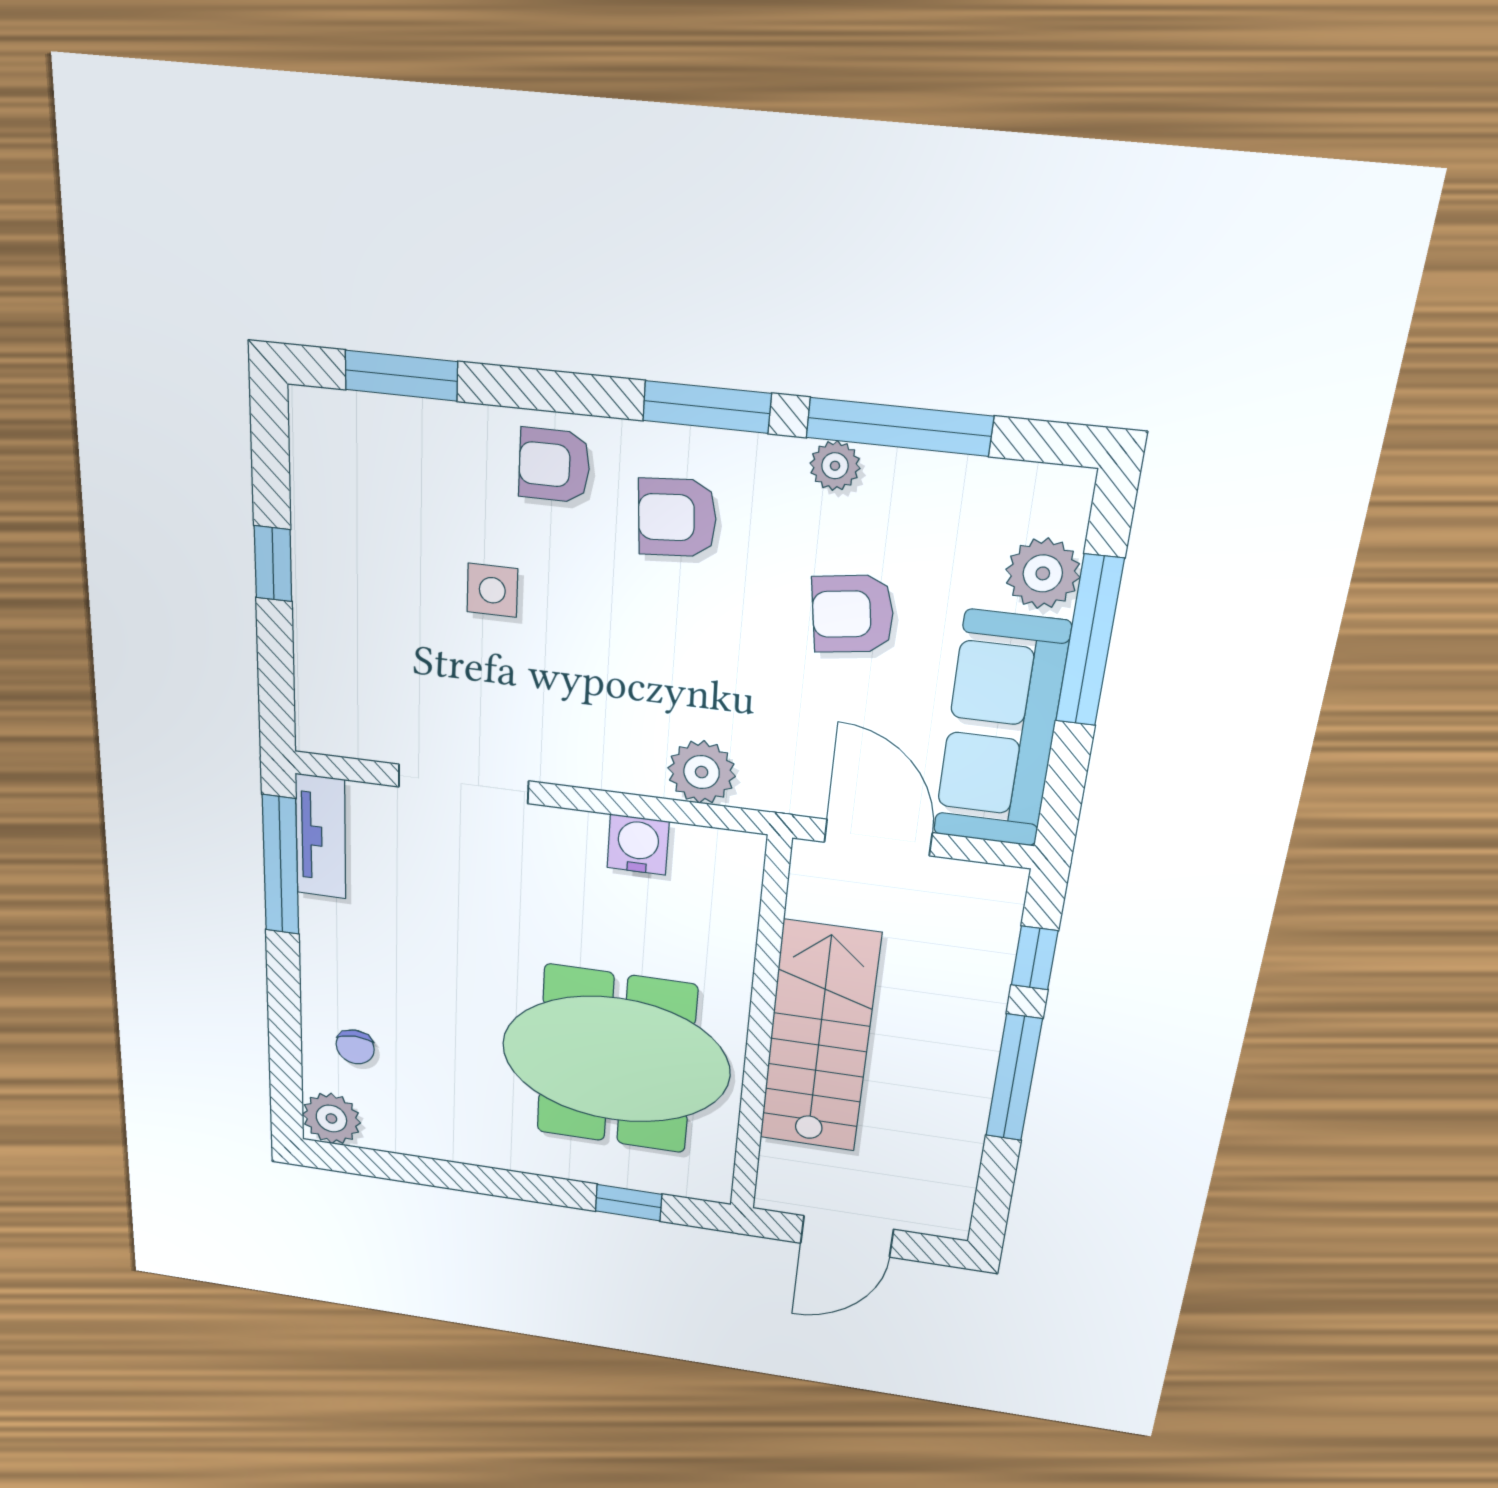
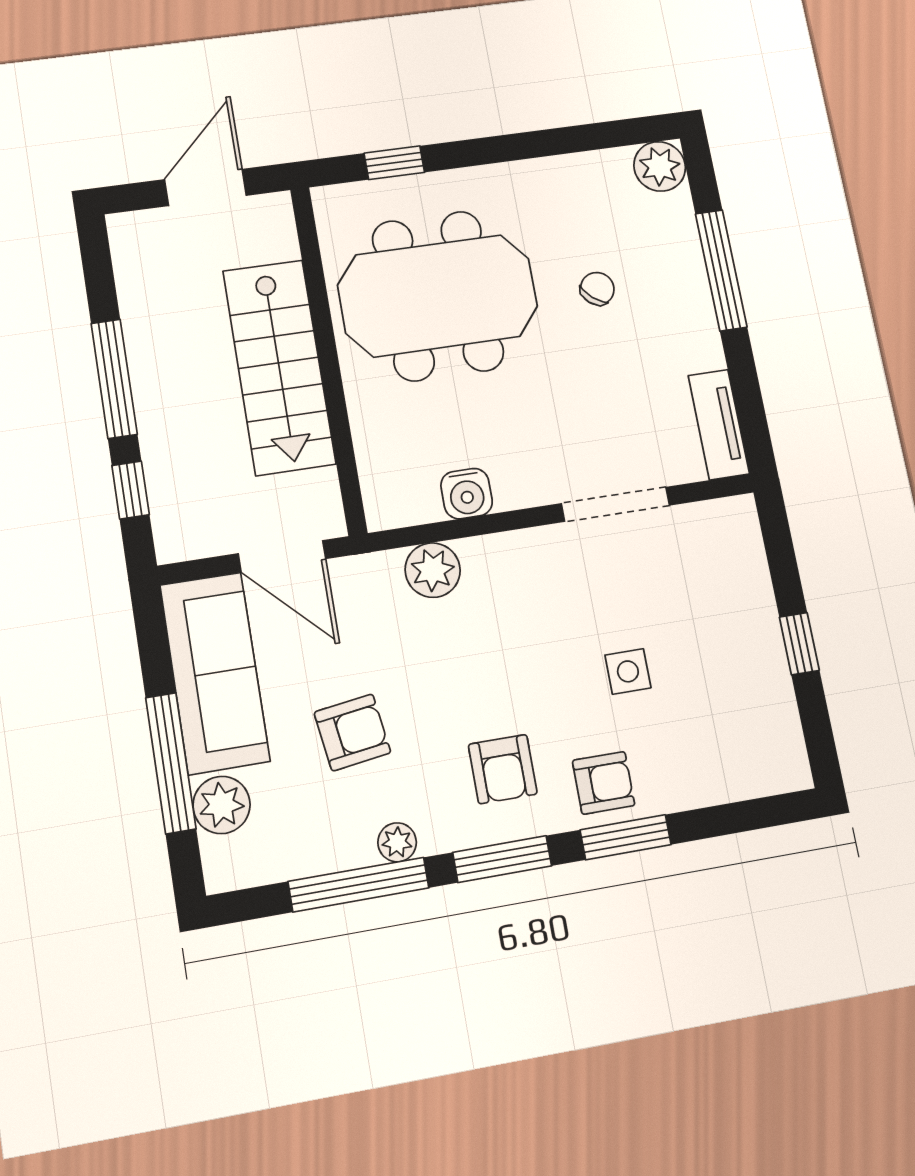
window: (401, 376) -> (626, 837), moved
armchair: (677, 518) -> (503, 769), turned 94
window: (281, 865) -> (721, 270), moved
chair: (355, 1047) -> (597, 289), moved, turned 41

